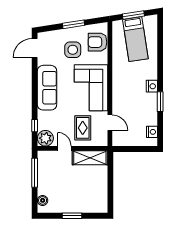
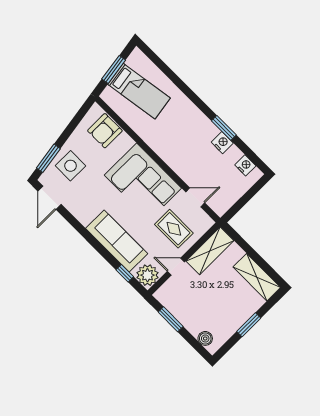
window: (73, 24) -> (48, 158), moved
side table: (73, 50) -> (71, 166), moved
nightstand: (152, 86) -> (222, 143), moved
sofa: (47, 88) -> (117, 241), moved
window: (35, 173) -> (171, 319), width x0.69
shelving: (101, 195) -> (257, 277), added

